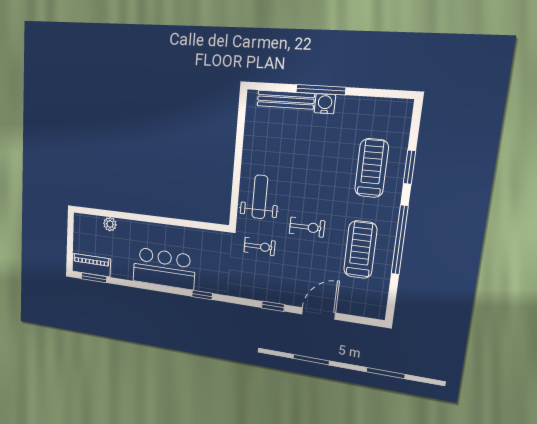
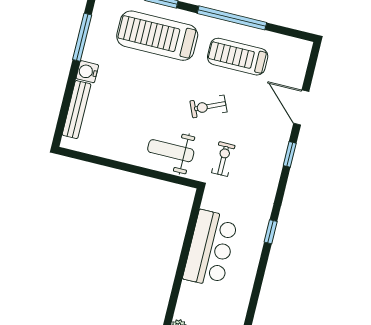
window: (321, 90) -> (82, 37), moved
treadmill: (372, 168) -> (157, 36), width x1.37, depth x1.38
exercise bike: (307, 227) -> (208, 106), turned -114
bar counter: (164, 268) -> (210, 249), moved, turned 180

